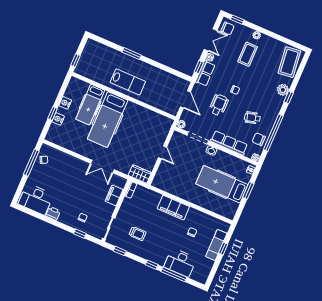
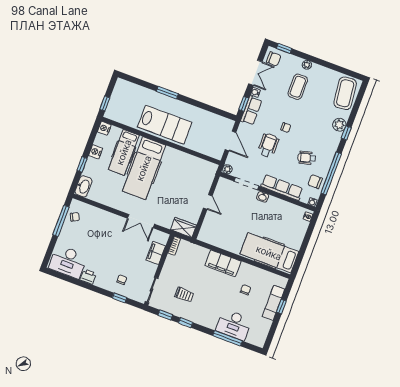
lab bench: (128, 82) -> (165, 125), width x1.36, depth x1.39
nightstand: (58, 119) -> (104, 128), moved
washbasin: (53, 133) -> (84, 186), added
hospital bed: (222, 184) -> (269, 253), moved
window: (248, 191) -> (306, 240), removed
window: (152, 265) -> (186, 323), moved

